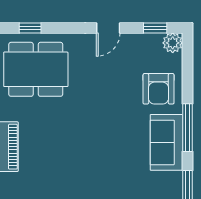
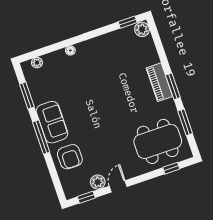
plant: (173, 43) -> (98, 182), moved
armchair: (159, 89) -> (70, 157), turned 180

